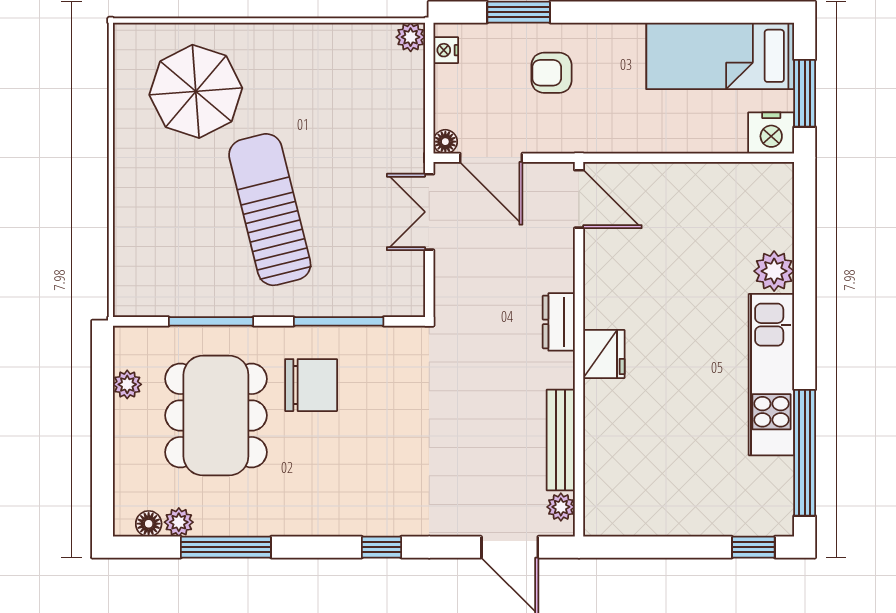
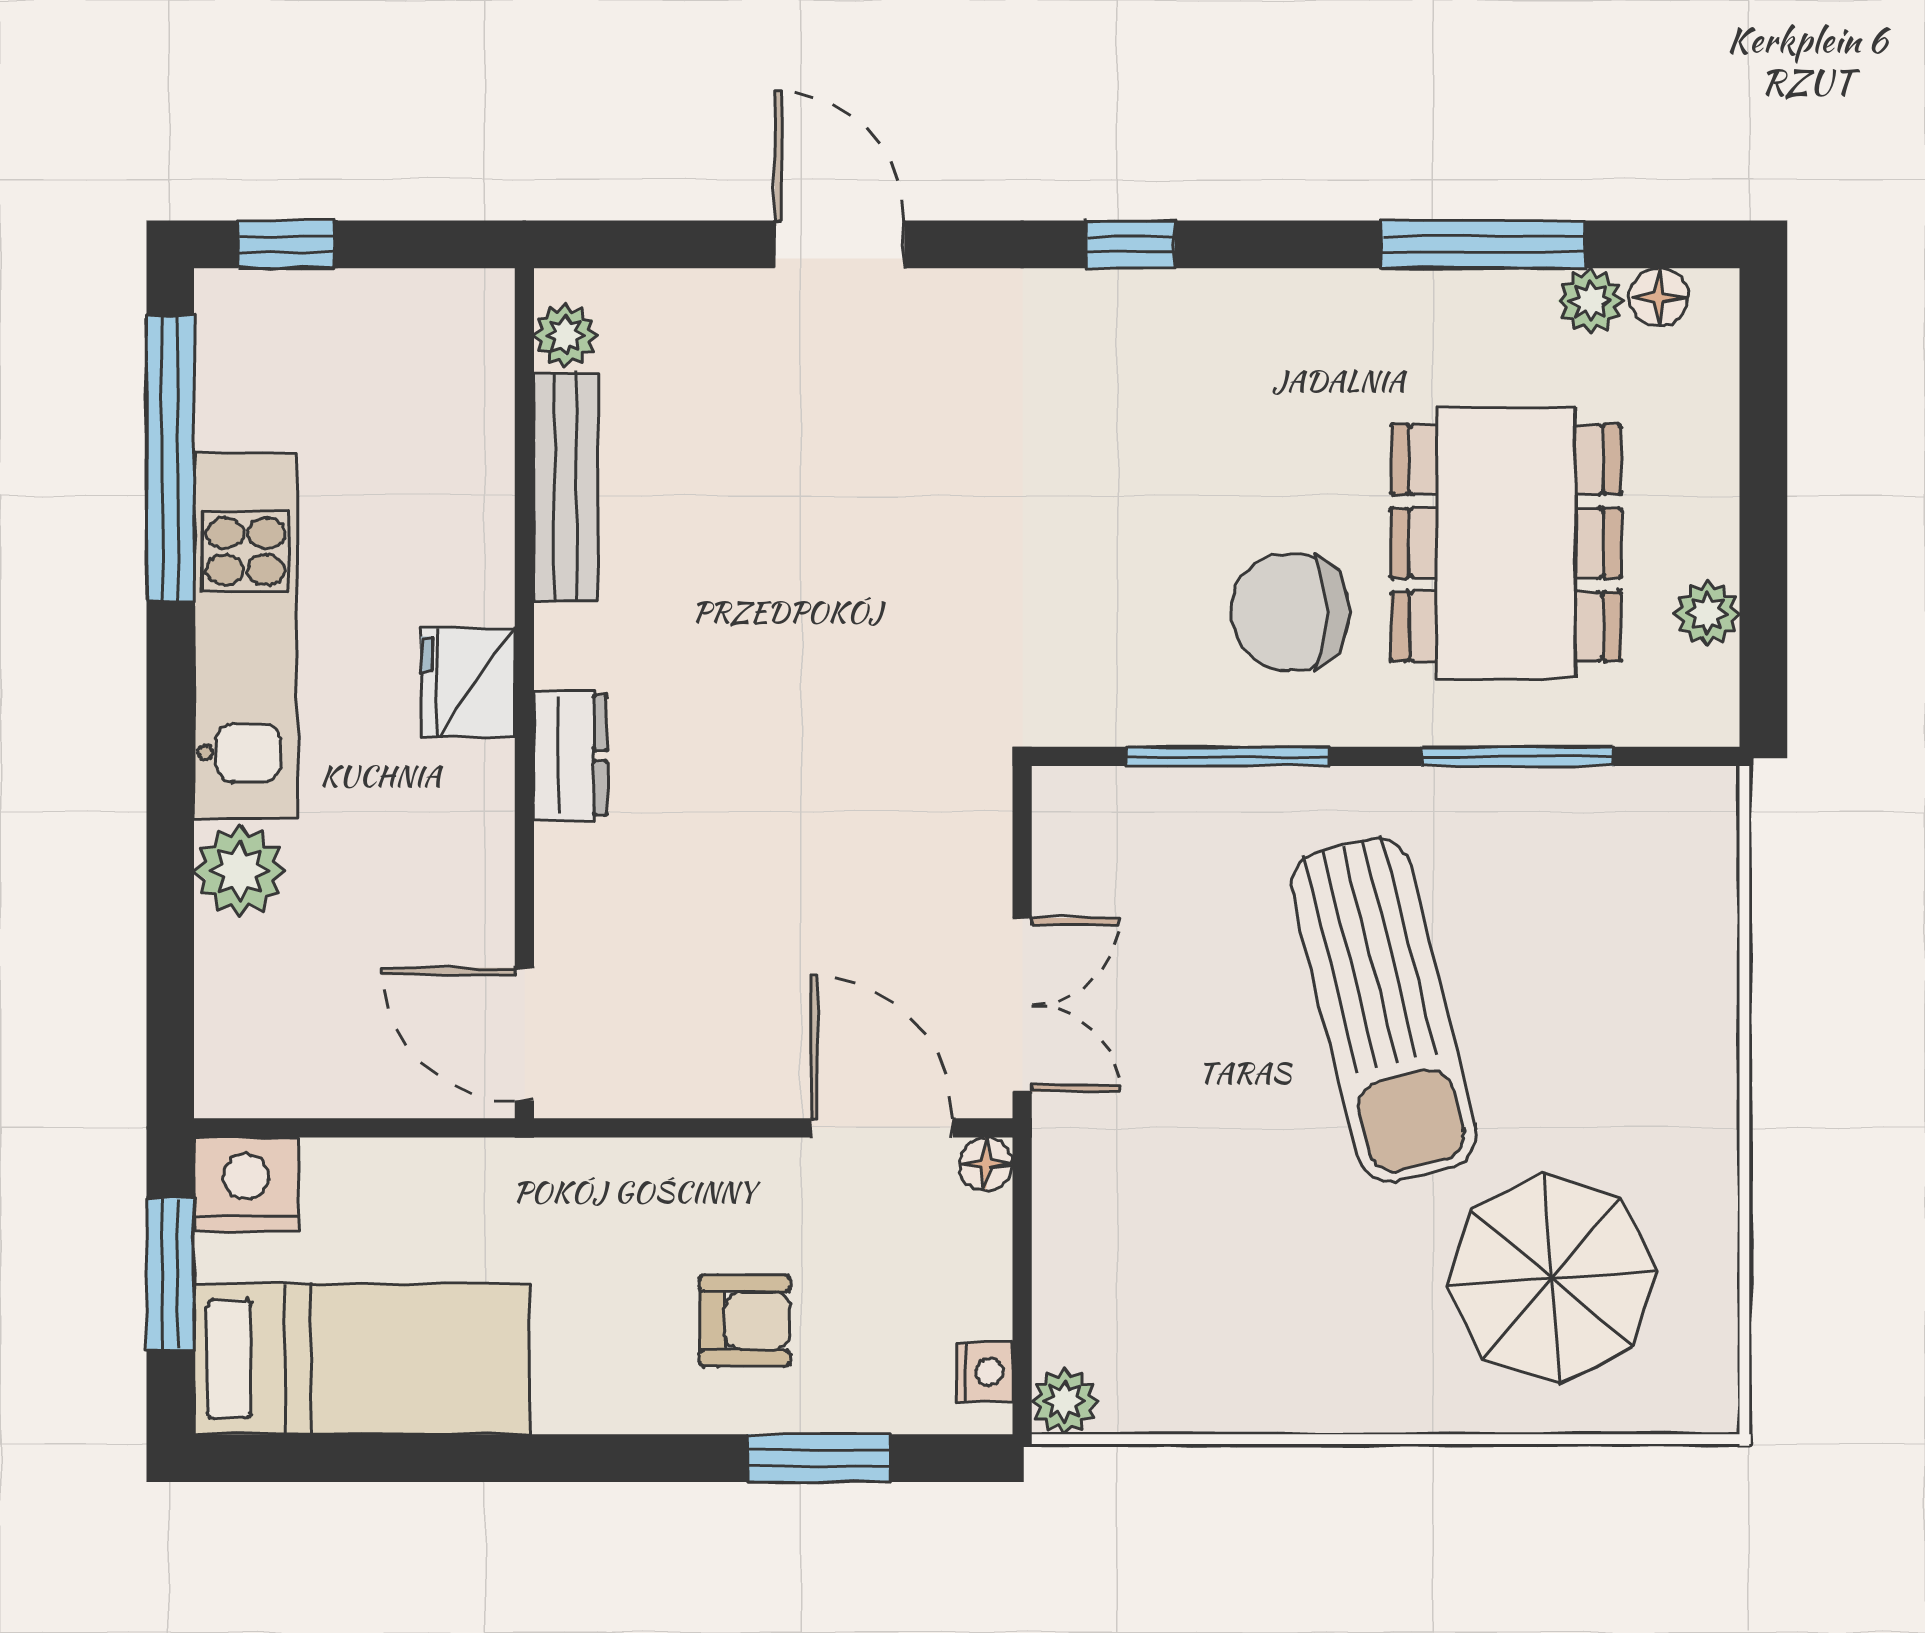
door: (579, 199) -> (524, 1034), moved
dresser: (559, 322) -> (570, 755), moved
wall: (579, 349) -> (524, 693), moved
fridge: (604, 354) -> (468, 682), moved
bench: (561, 440) -> (566, 487), moved
plant: (561, 507) -> (565, 335), moved

